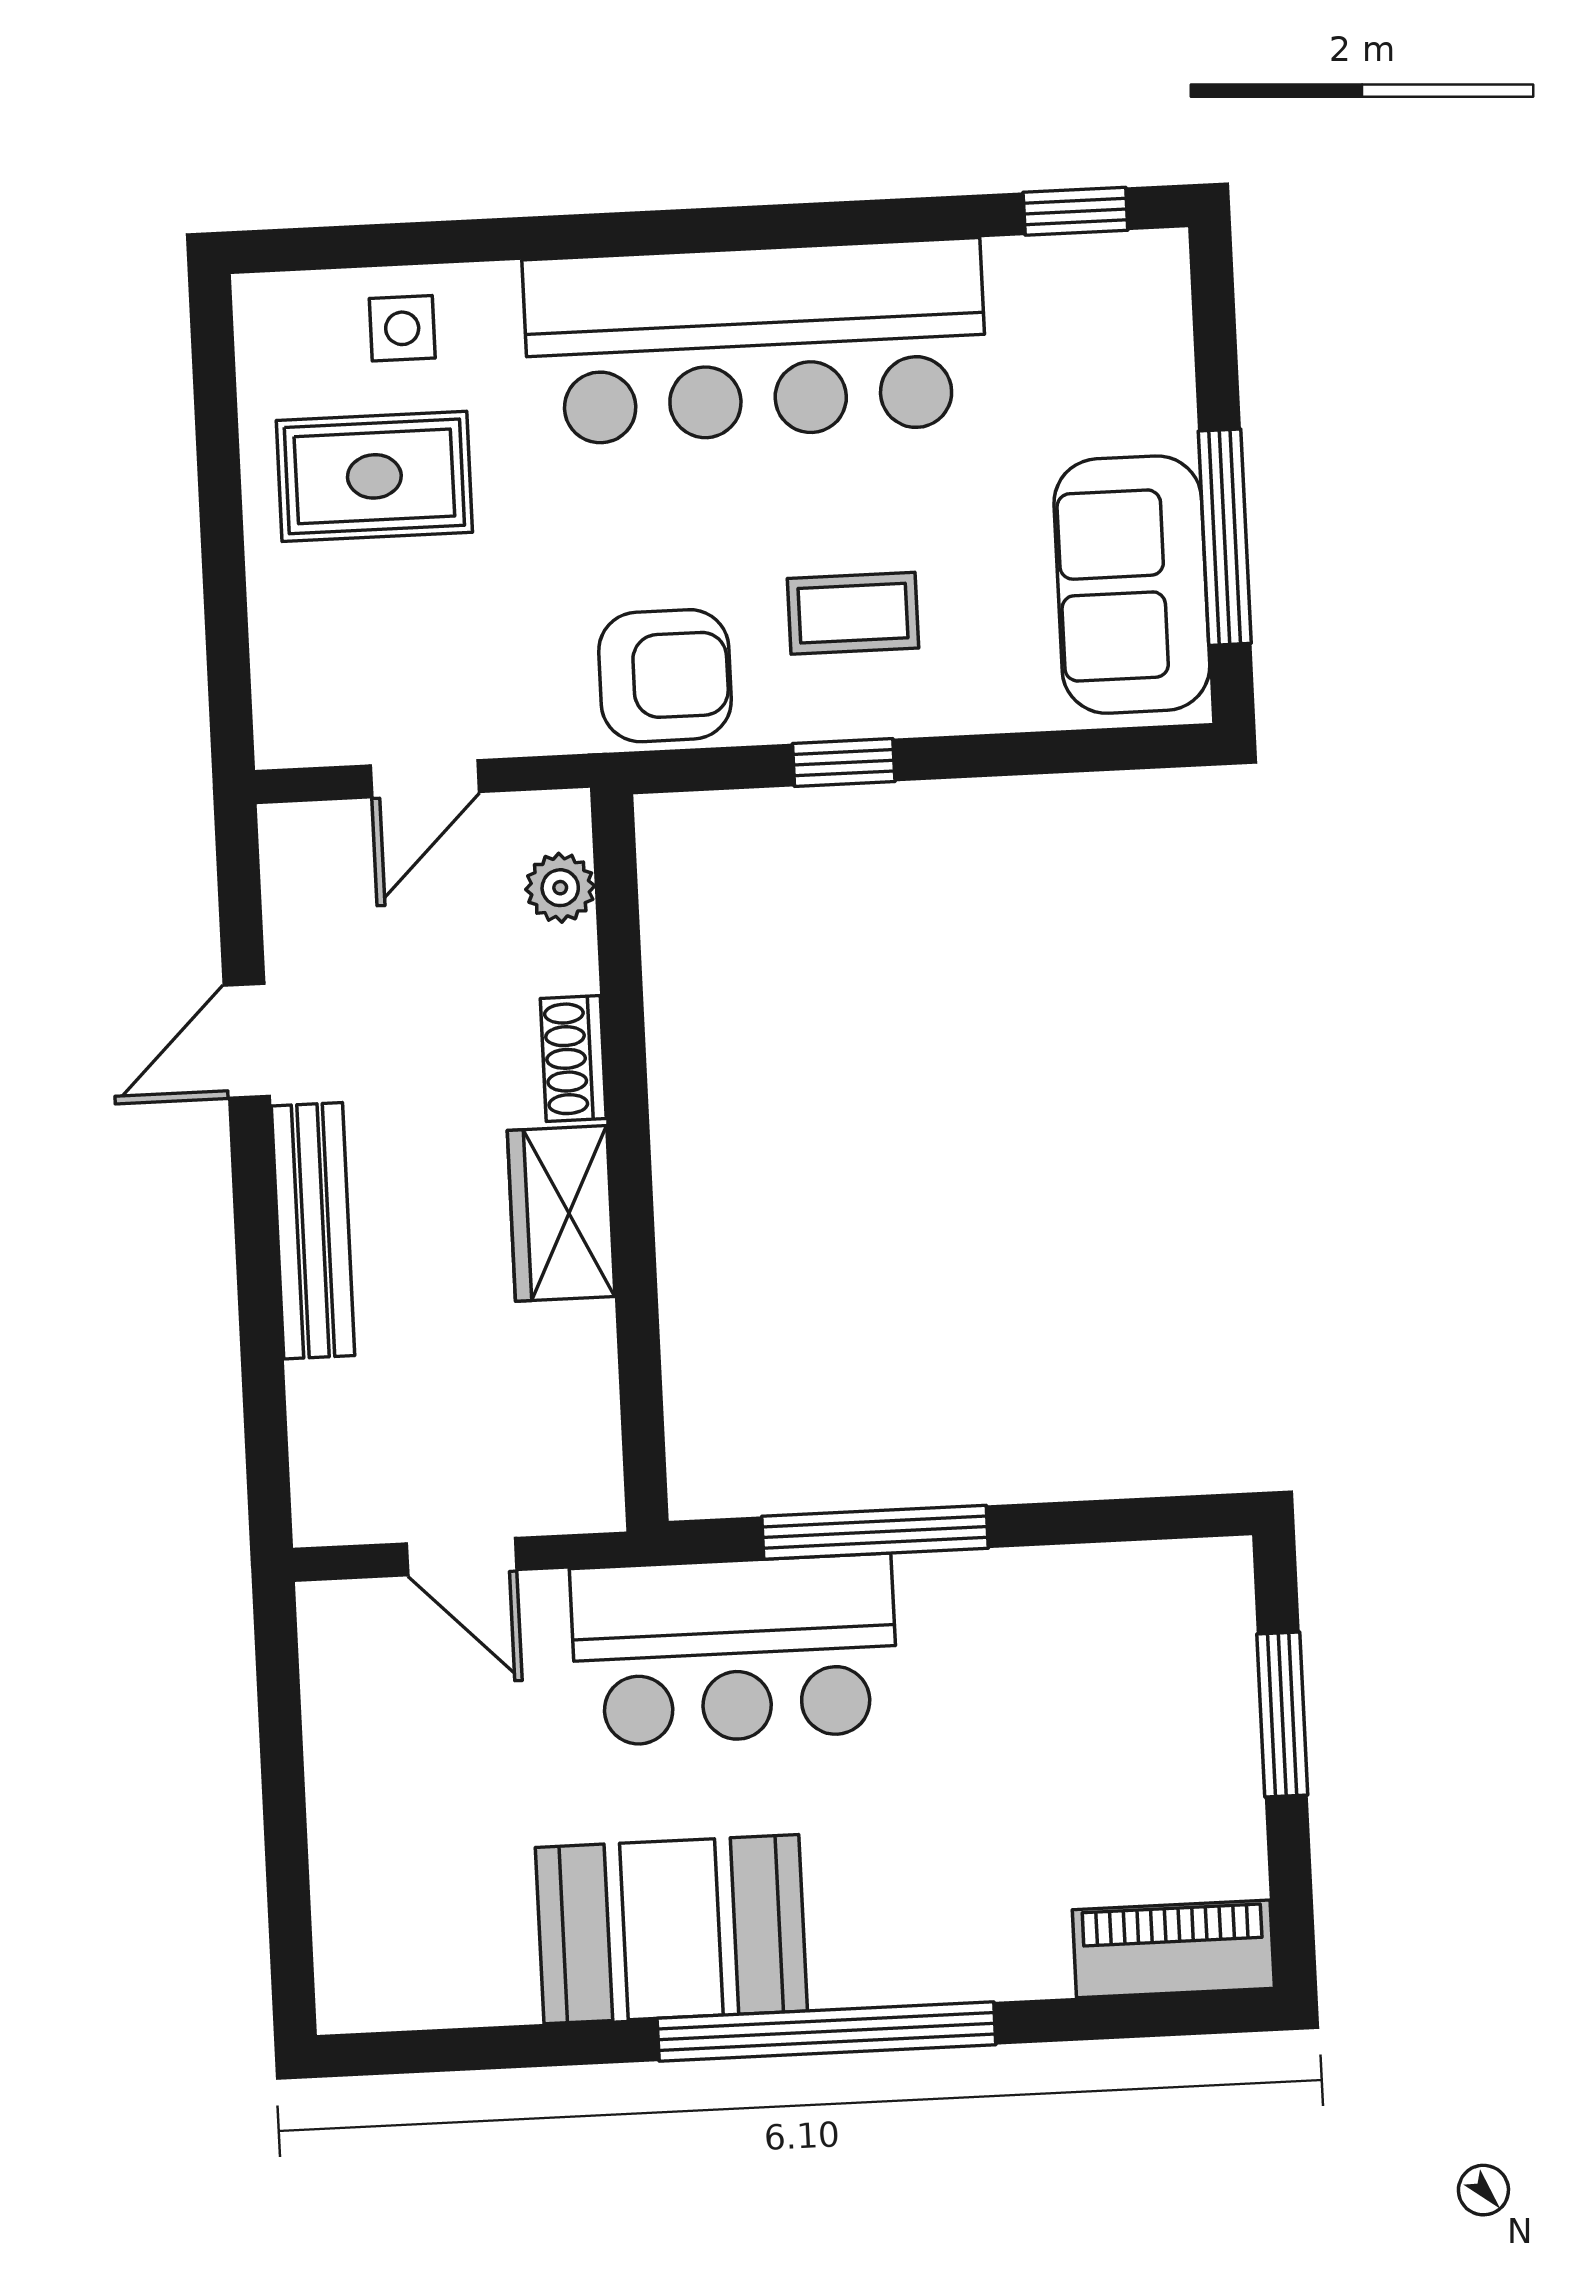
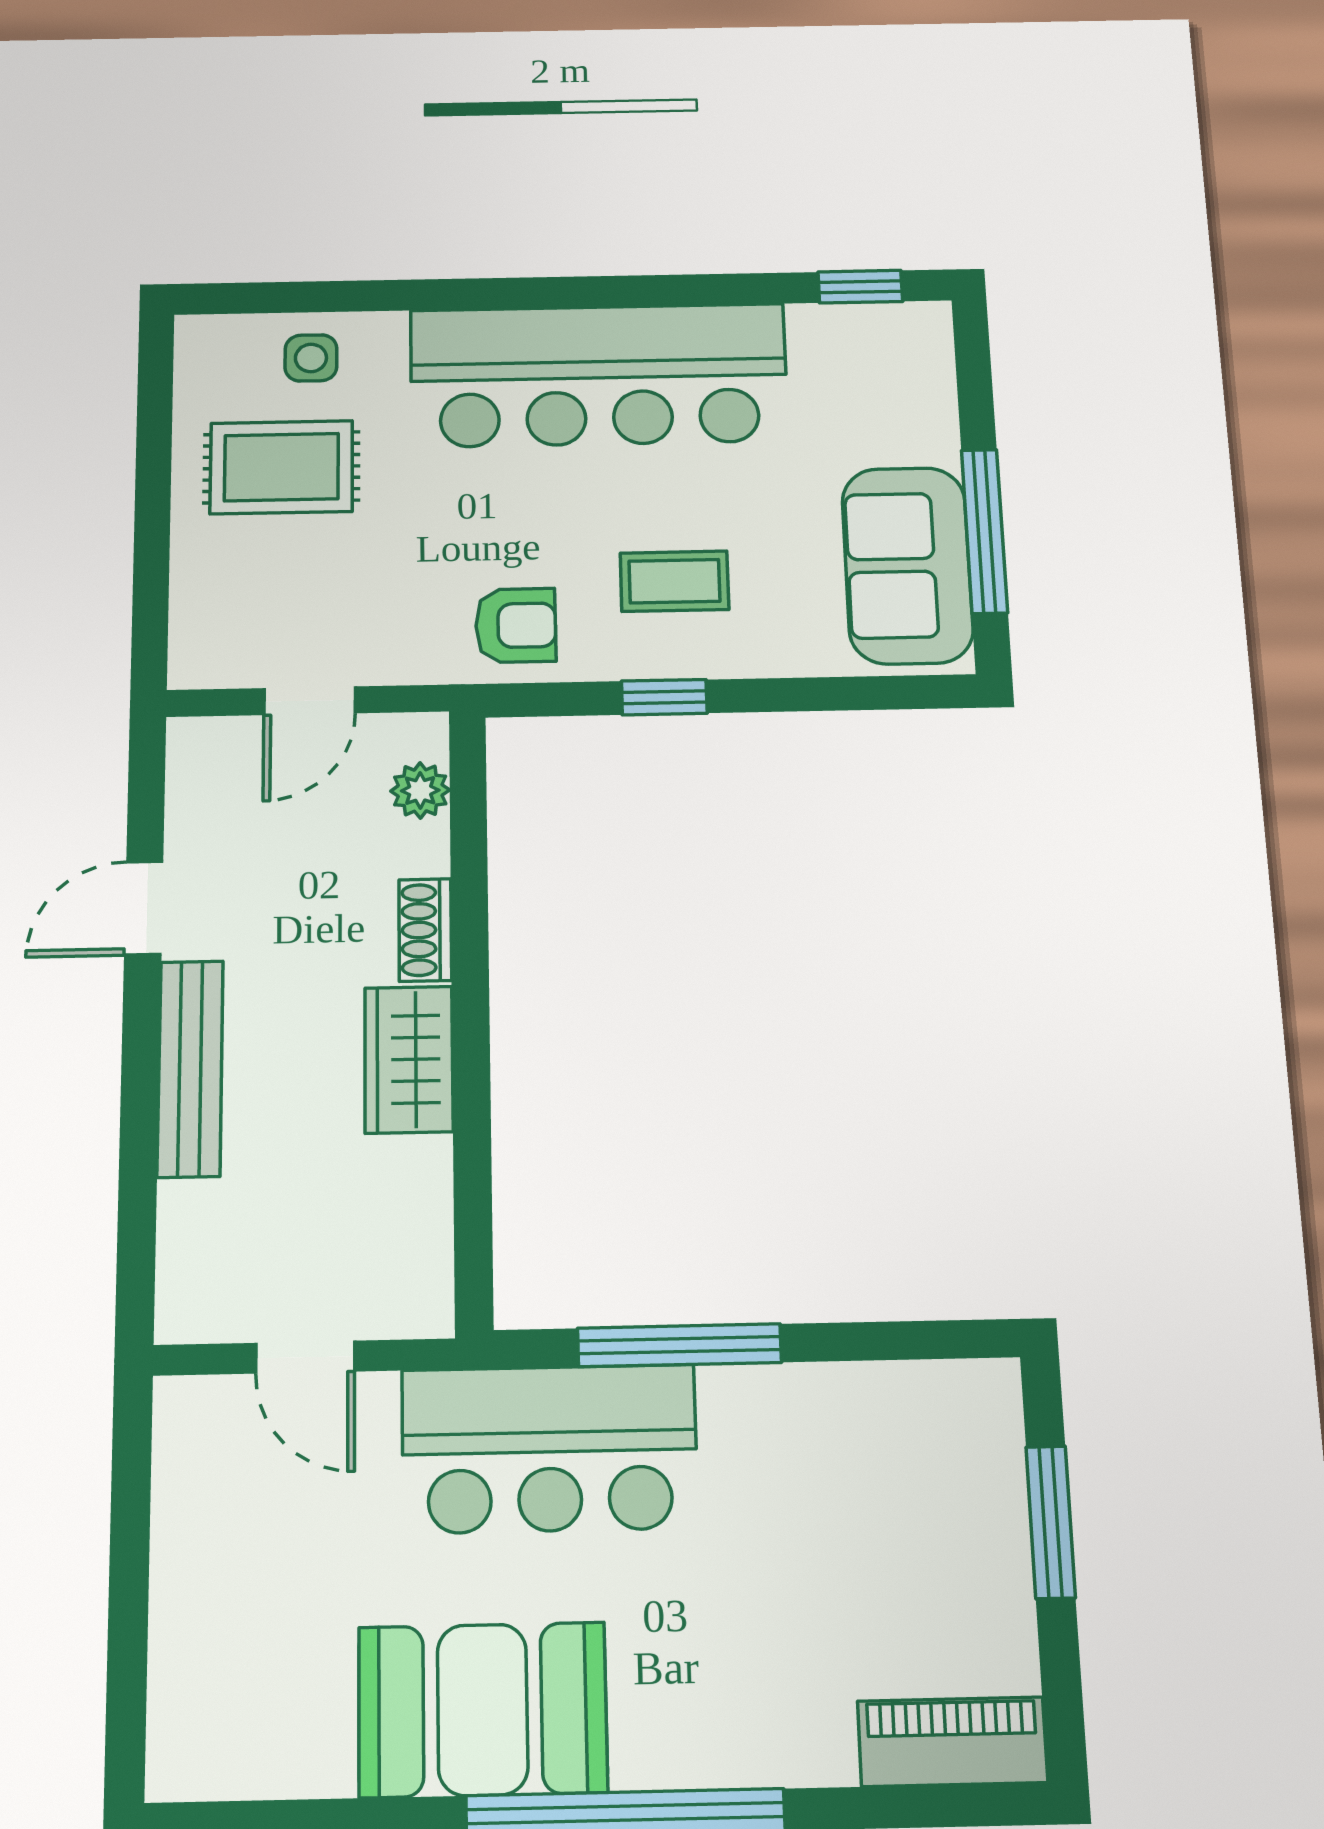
armchair: (665, 676) -> (516, 625), width x0.72, depth x0.72

